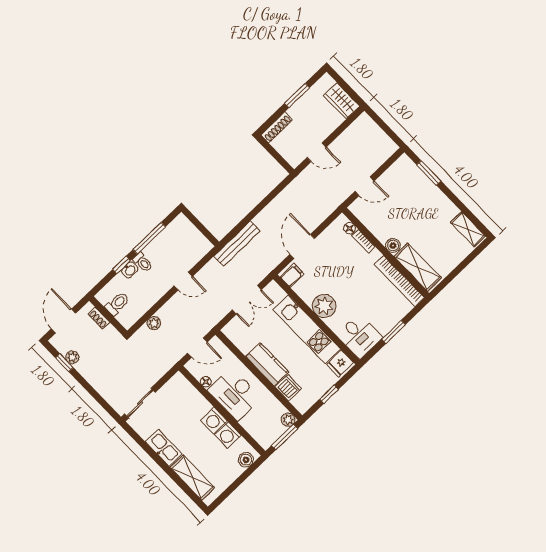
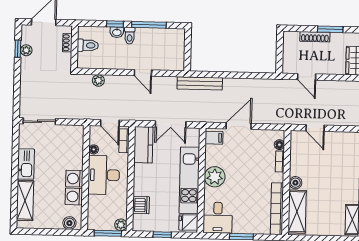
shoe rack: (277, 127) -> (315, 37), moved
bookcase: (223, 350) -> (124, 141), added
kitchen counter: (267, 364) -> (143, 145), moved

